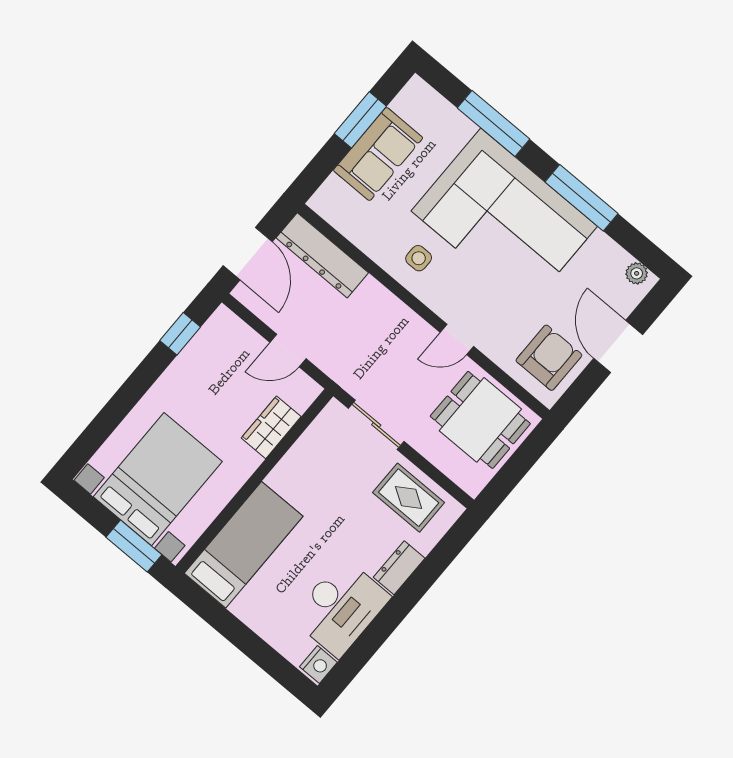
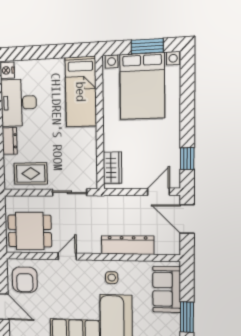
sofa: (378, 154) -> (167, 289), moved
dresser: (322, 255) -> (128, 245), moved
door: (288, 350) -> (158, 192), moved
wardrobe: (271, 427) -> (112, 168), moved
window: (134, 546) -> (147, 46), moved

